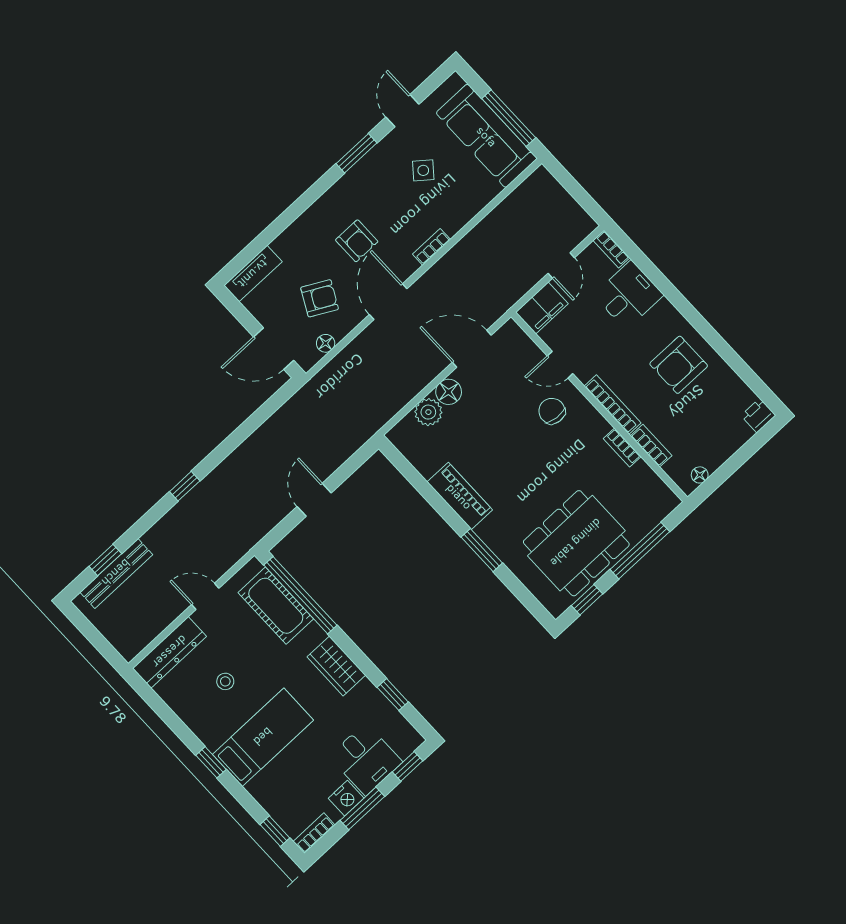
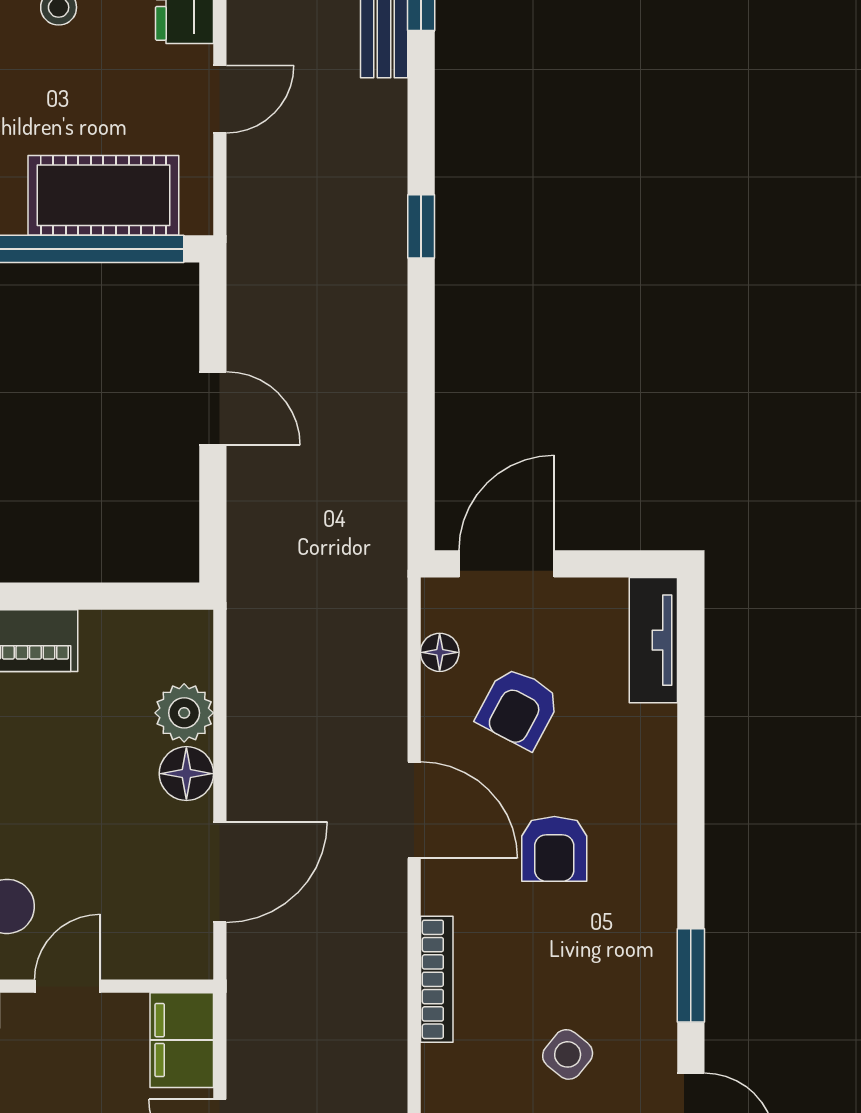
armchair: (357, 241) -> (554, 849), turned -90
bookcase: (431, 247) -> (437, 979), width x1.56

